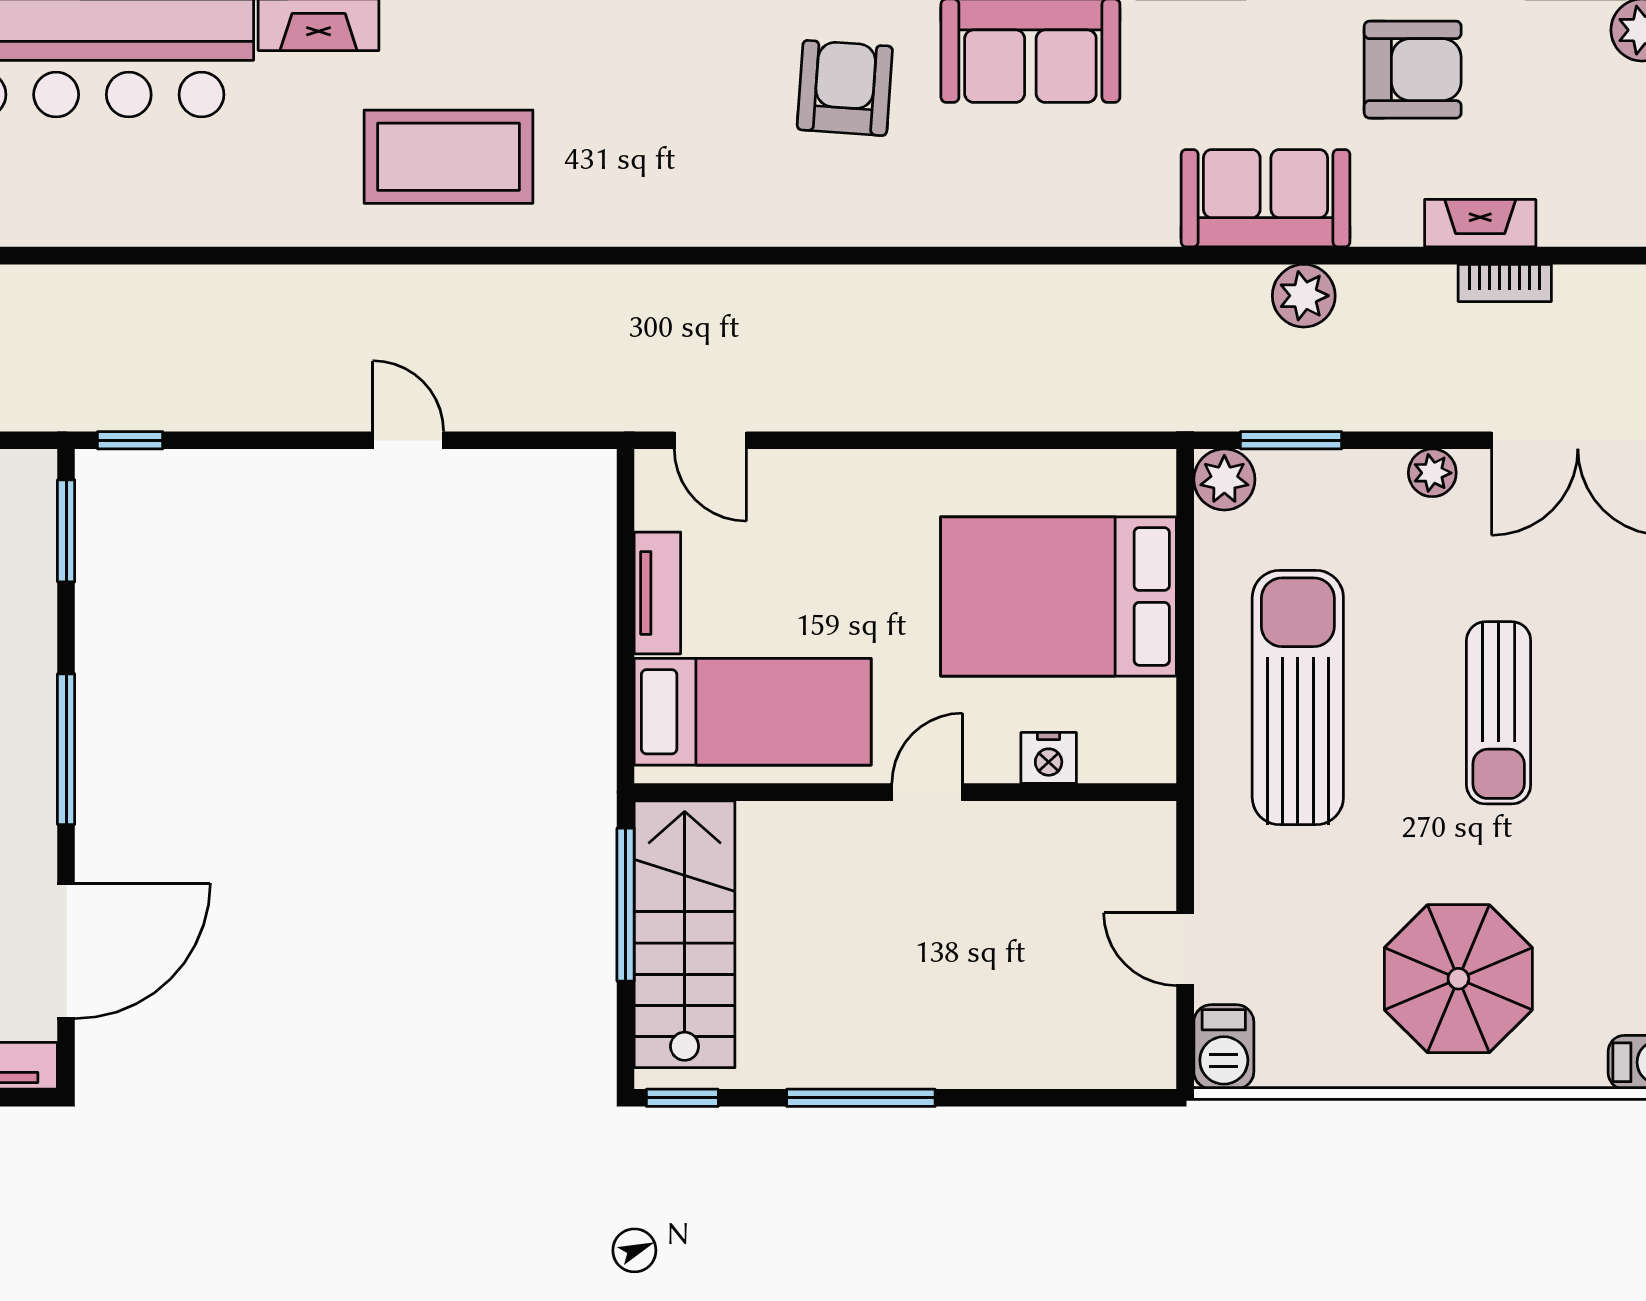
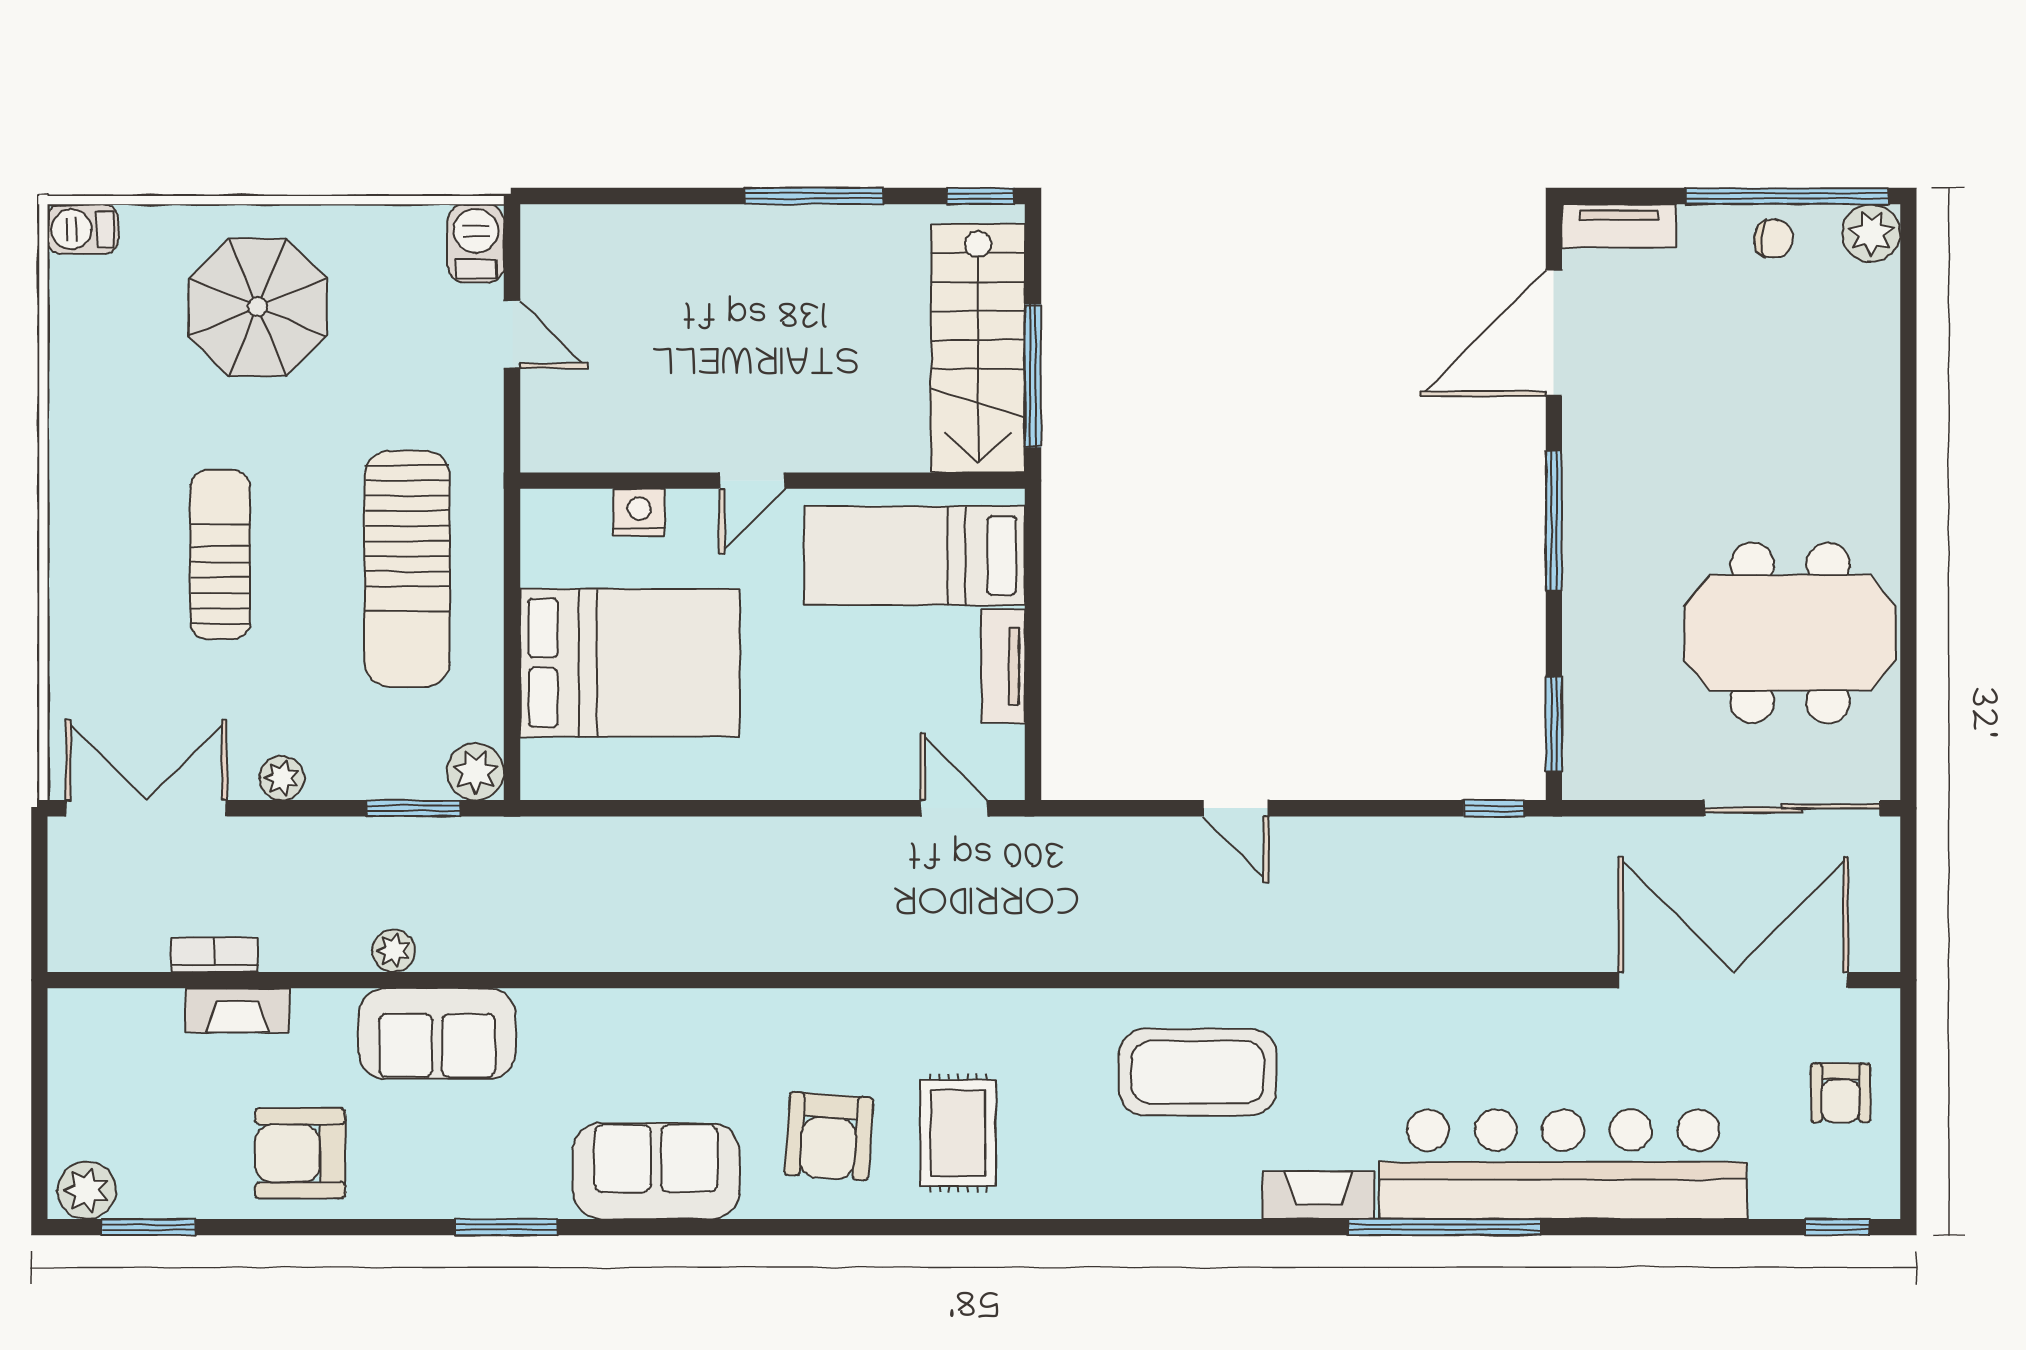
rug: (706, 91) -> (958, 1133), added
plant: (1304, 296) -> (394, 951), width x0.73, depth x0.73

